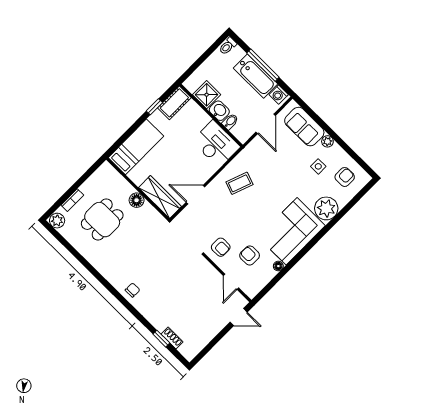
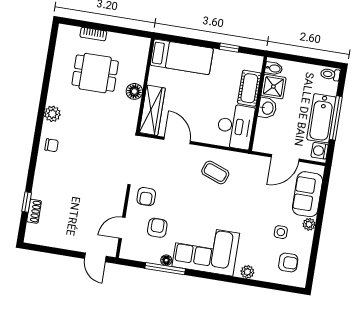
cot: (174, 103) -> (249, 88), moved, turned 90
bidet: (230, 122) -> (274, 68), moved
plant: (326, 208) -> (247, 272), width x0.53, depth x0.53
plant: (57, 221) -> (52, 114), moved
window: (284, 271) -> (165, 269), added

